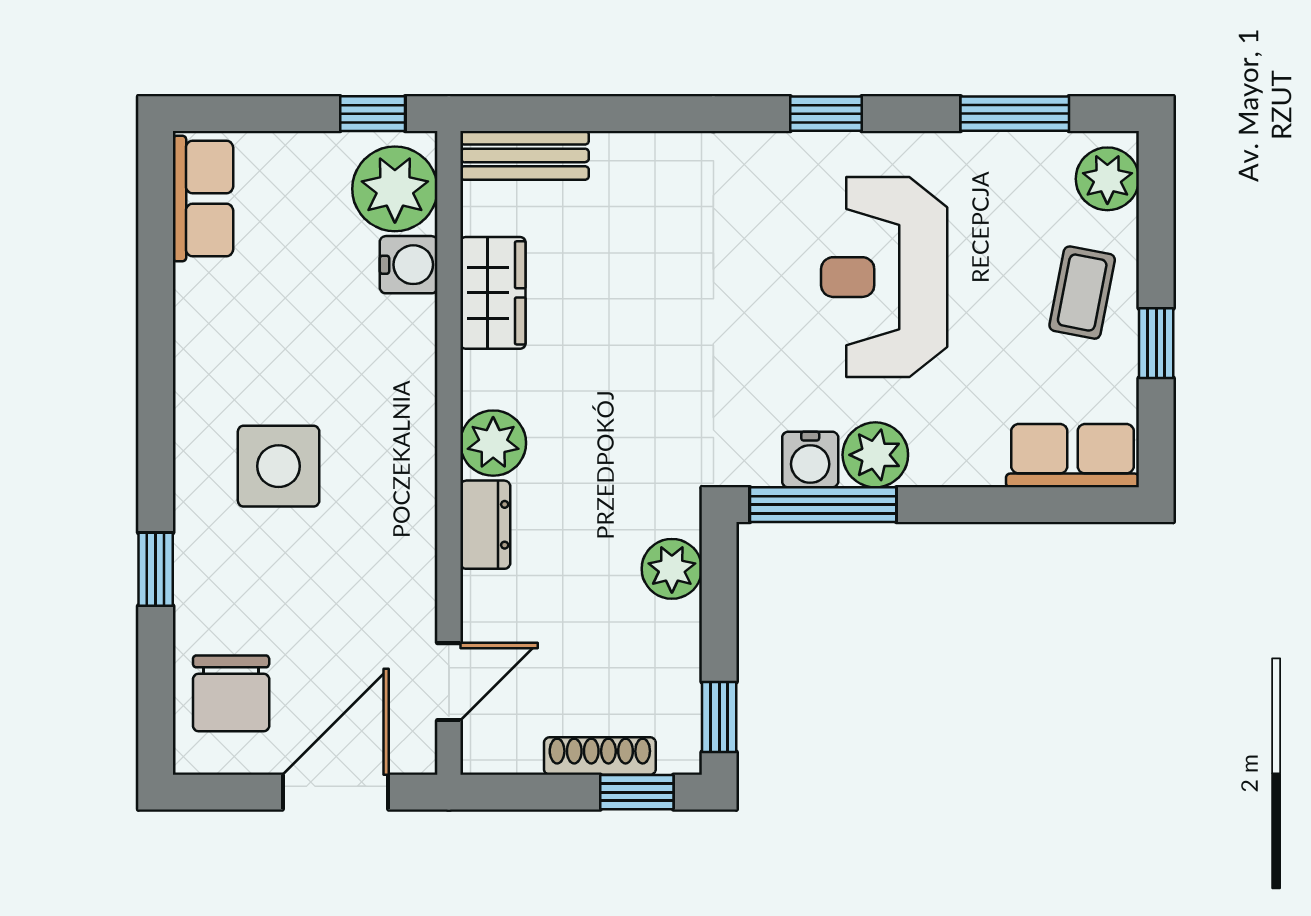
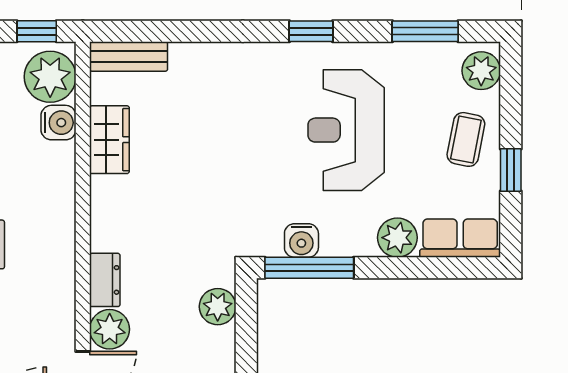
plant: (493, 443) -> (110, 329), moved
plant: (875, 455) -> (397, 238), moved

